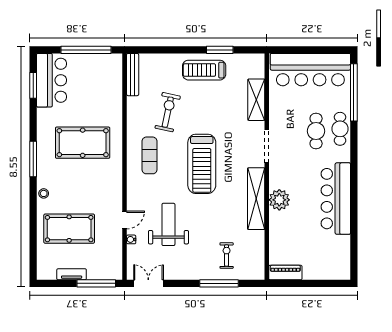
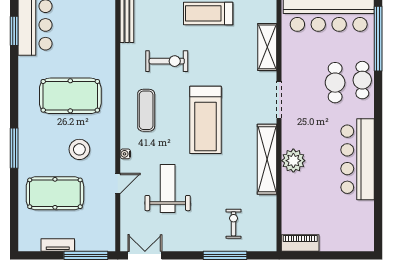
exercise bike: (168, 112) -> (167, 61), turned 78
window: (33, 159) -> (14, 148), moved
stool: (44, 193) -> (79, 149), moved, width x1.89, depth x1.89
water cooler: (131, 239) -> (125, 154), moved

